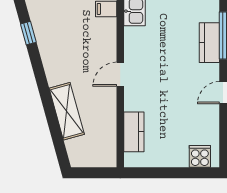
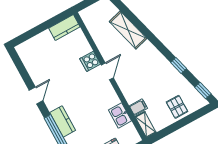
kitchen counter: (134, 132) -> (64, 28), moved, turned -90
cooker: (200, 156) -> (90, 61), moved, turned 90

